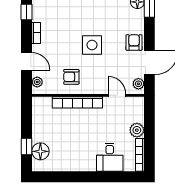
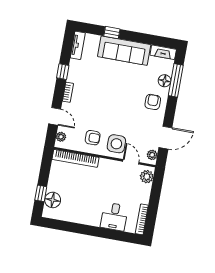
armchair: (134, 42) -> (153, 102), moved
side table: (92, 45) -> (116, 144), moved
armchair: (71, 77) -> (93, 138), turned 180
bookcase: (77, 102) -> (75, 158), moved
plant: (137, 130) -> (147, 177), moved

